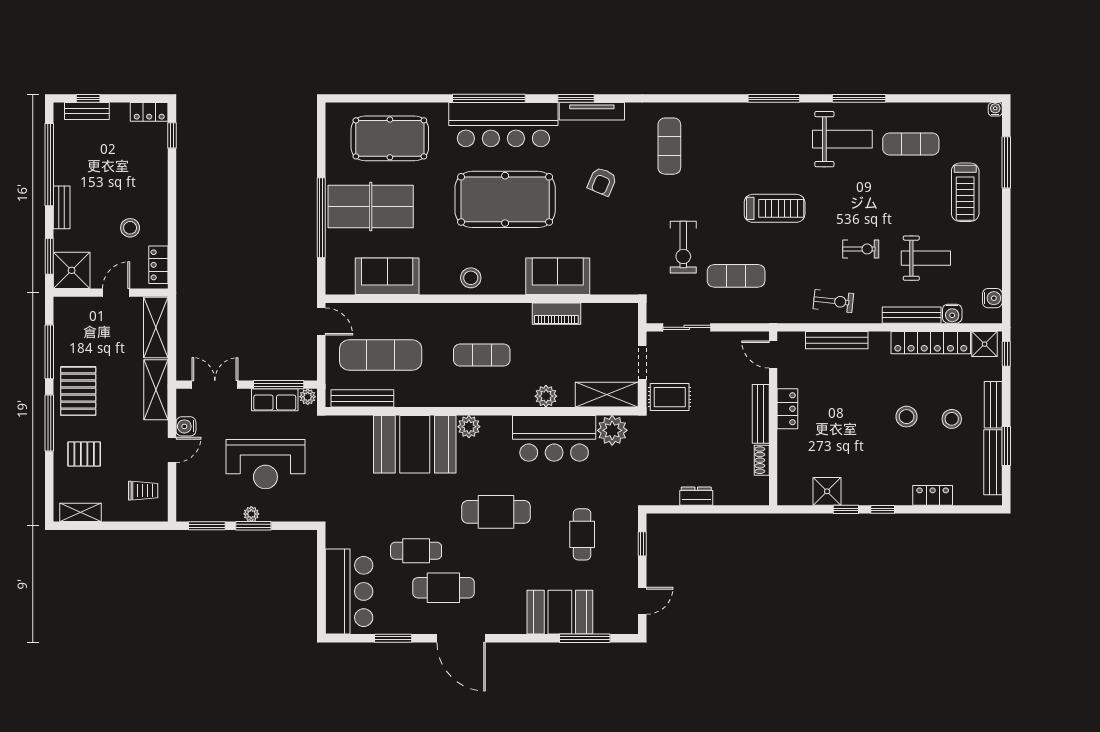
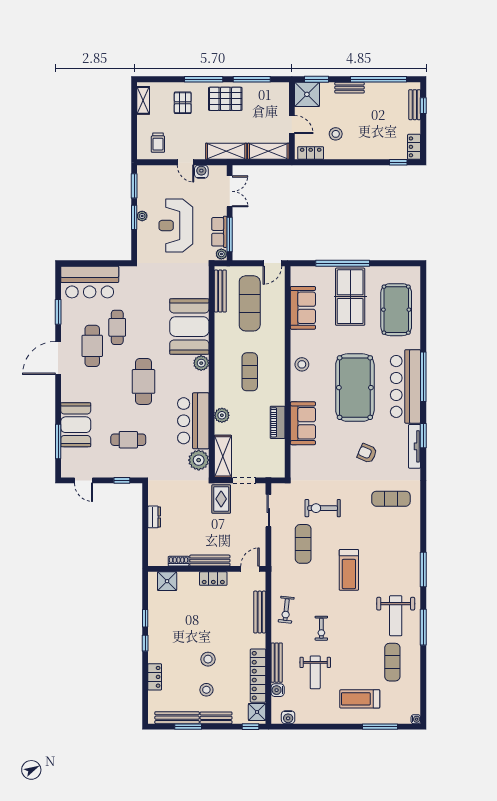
shower: (827, 491) -> (167, 581), moved

